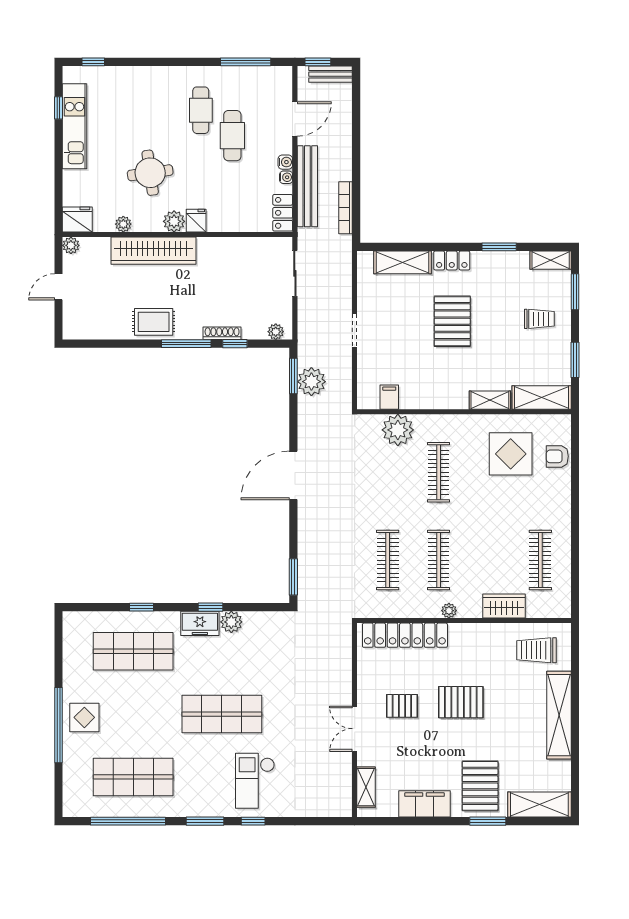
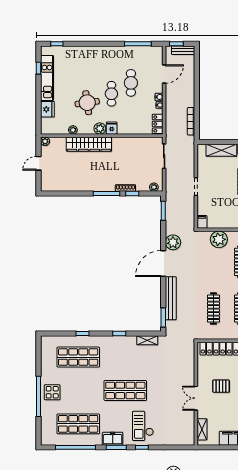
cafe table: (201, 110) -> (111, 94), moved
bench: (307, 186) -> (171, 298), moved
fridge: (77, 220) -> (47, 109), moved, turned 90
rug: (154, 322) -> (89, 182), removed
plant: (311, 382) -> (173, 242), moved
filing cabinet: (389, 397) -> (202, 222), moved
shelving: (263, 620) -> (147, 340), added
plant: (231, 622) -> (130, 341), removed
freezer: (200, 623) -> (113, 439), moved, turned 180

